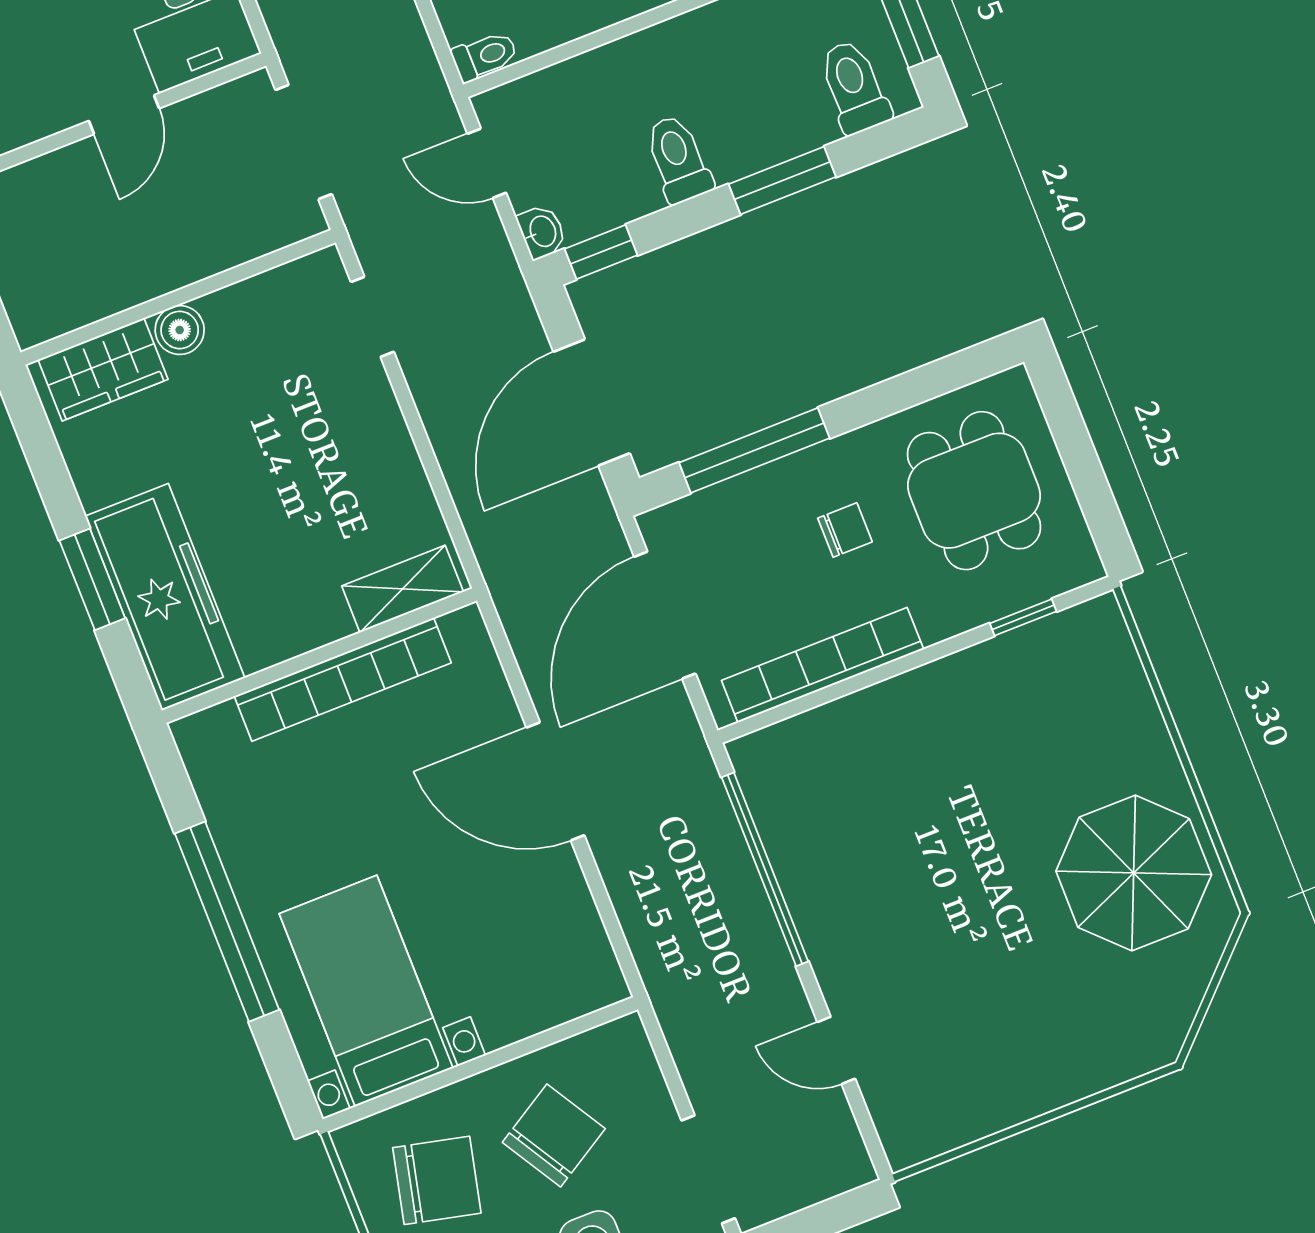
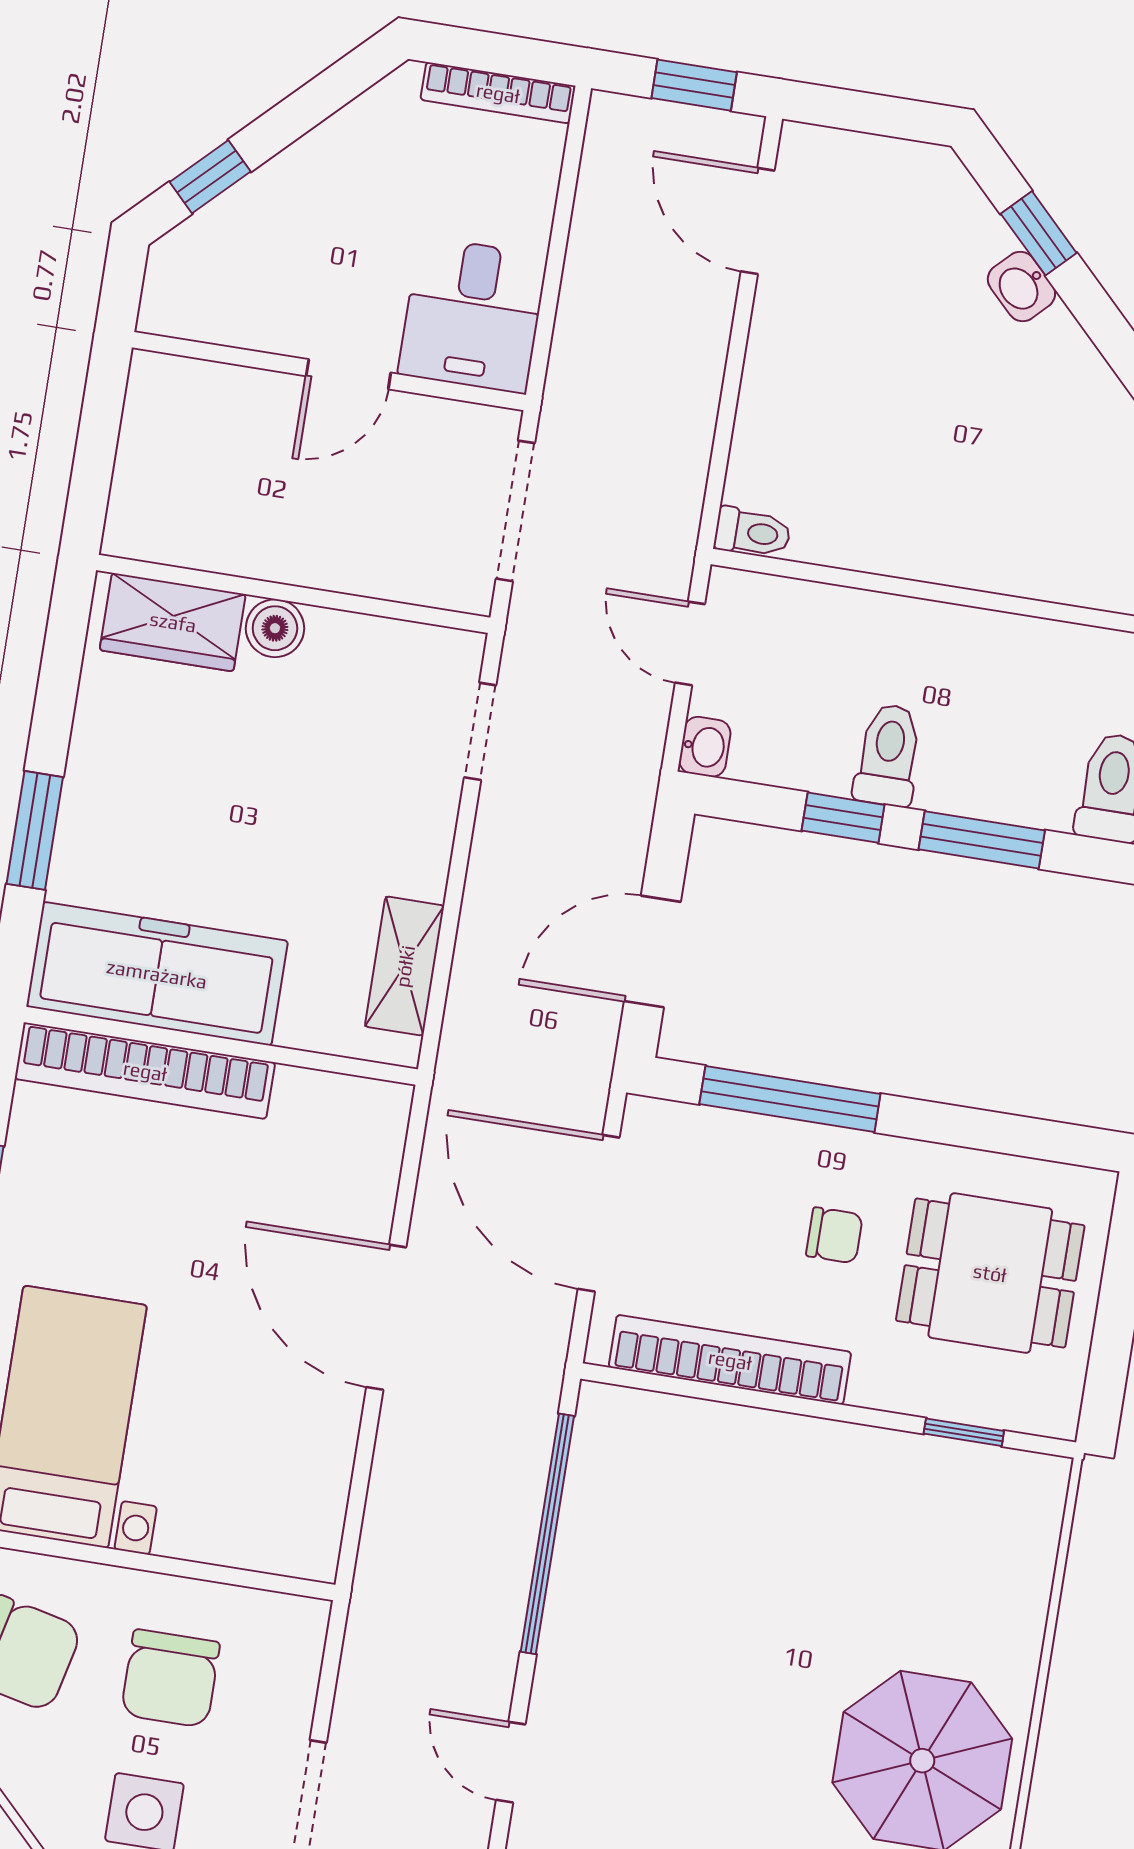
window: (601, 252) -> (843, 818), moved
door: (592, 403) -> (652, 952), width x0.73
dining table: (974, 491) -> (990, 1273), turned 90
shelving: (403, 589) -> (405, 966), moved, turned 90
freezer: (165, 597) -> (157, 974), moved, turned -90
door: (665, 615) -> (599, 1213), hinge flipped
bookcase: (343, 680) -> (145, 1071), moved
chair: (554, 1135) -> (170, 1678), turned 121

